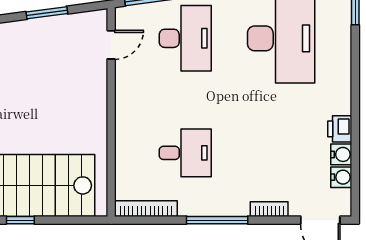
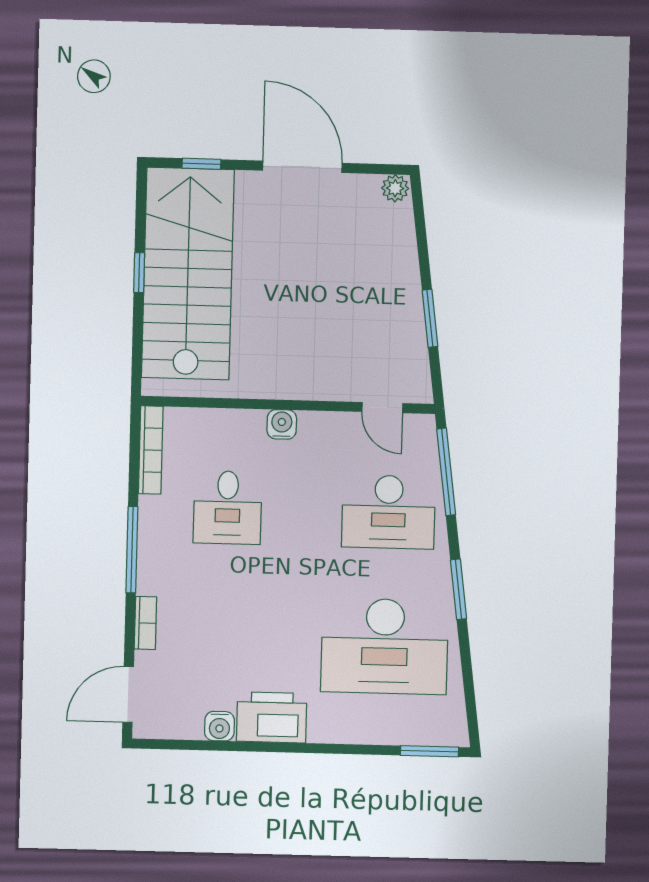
printer: (340, 129) -> (272, 717), width x1.87, depth x1.48
water cooler: (341, 177) -> (282, 424), moved, turned 180

